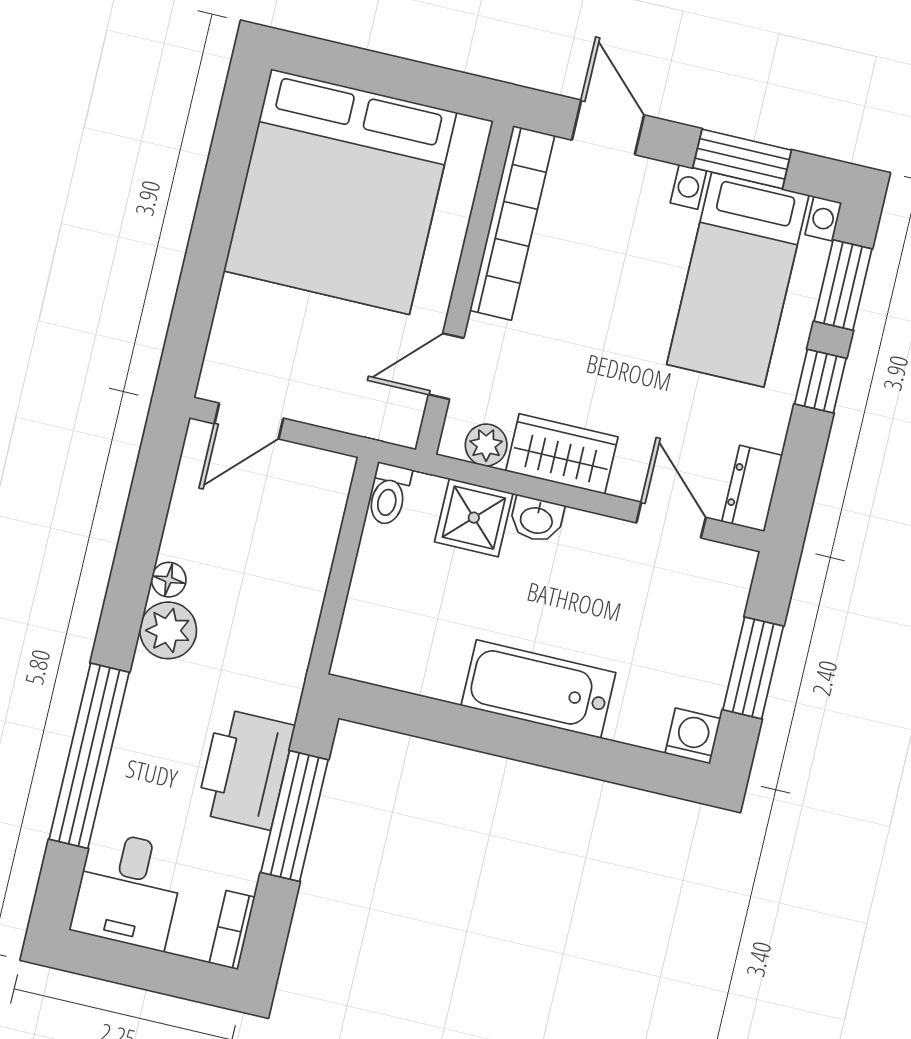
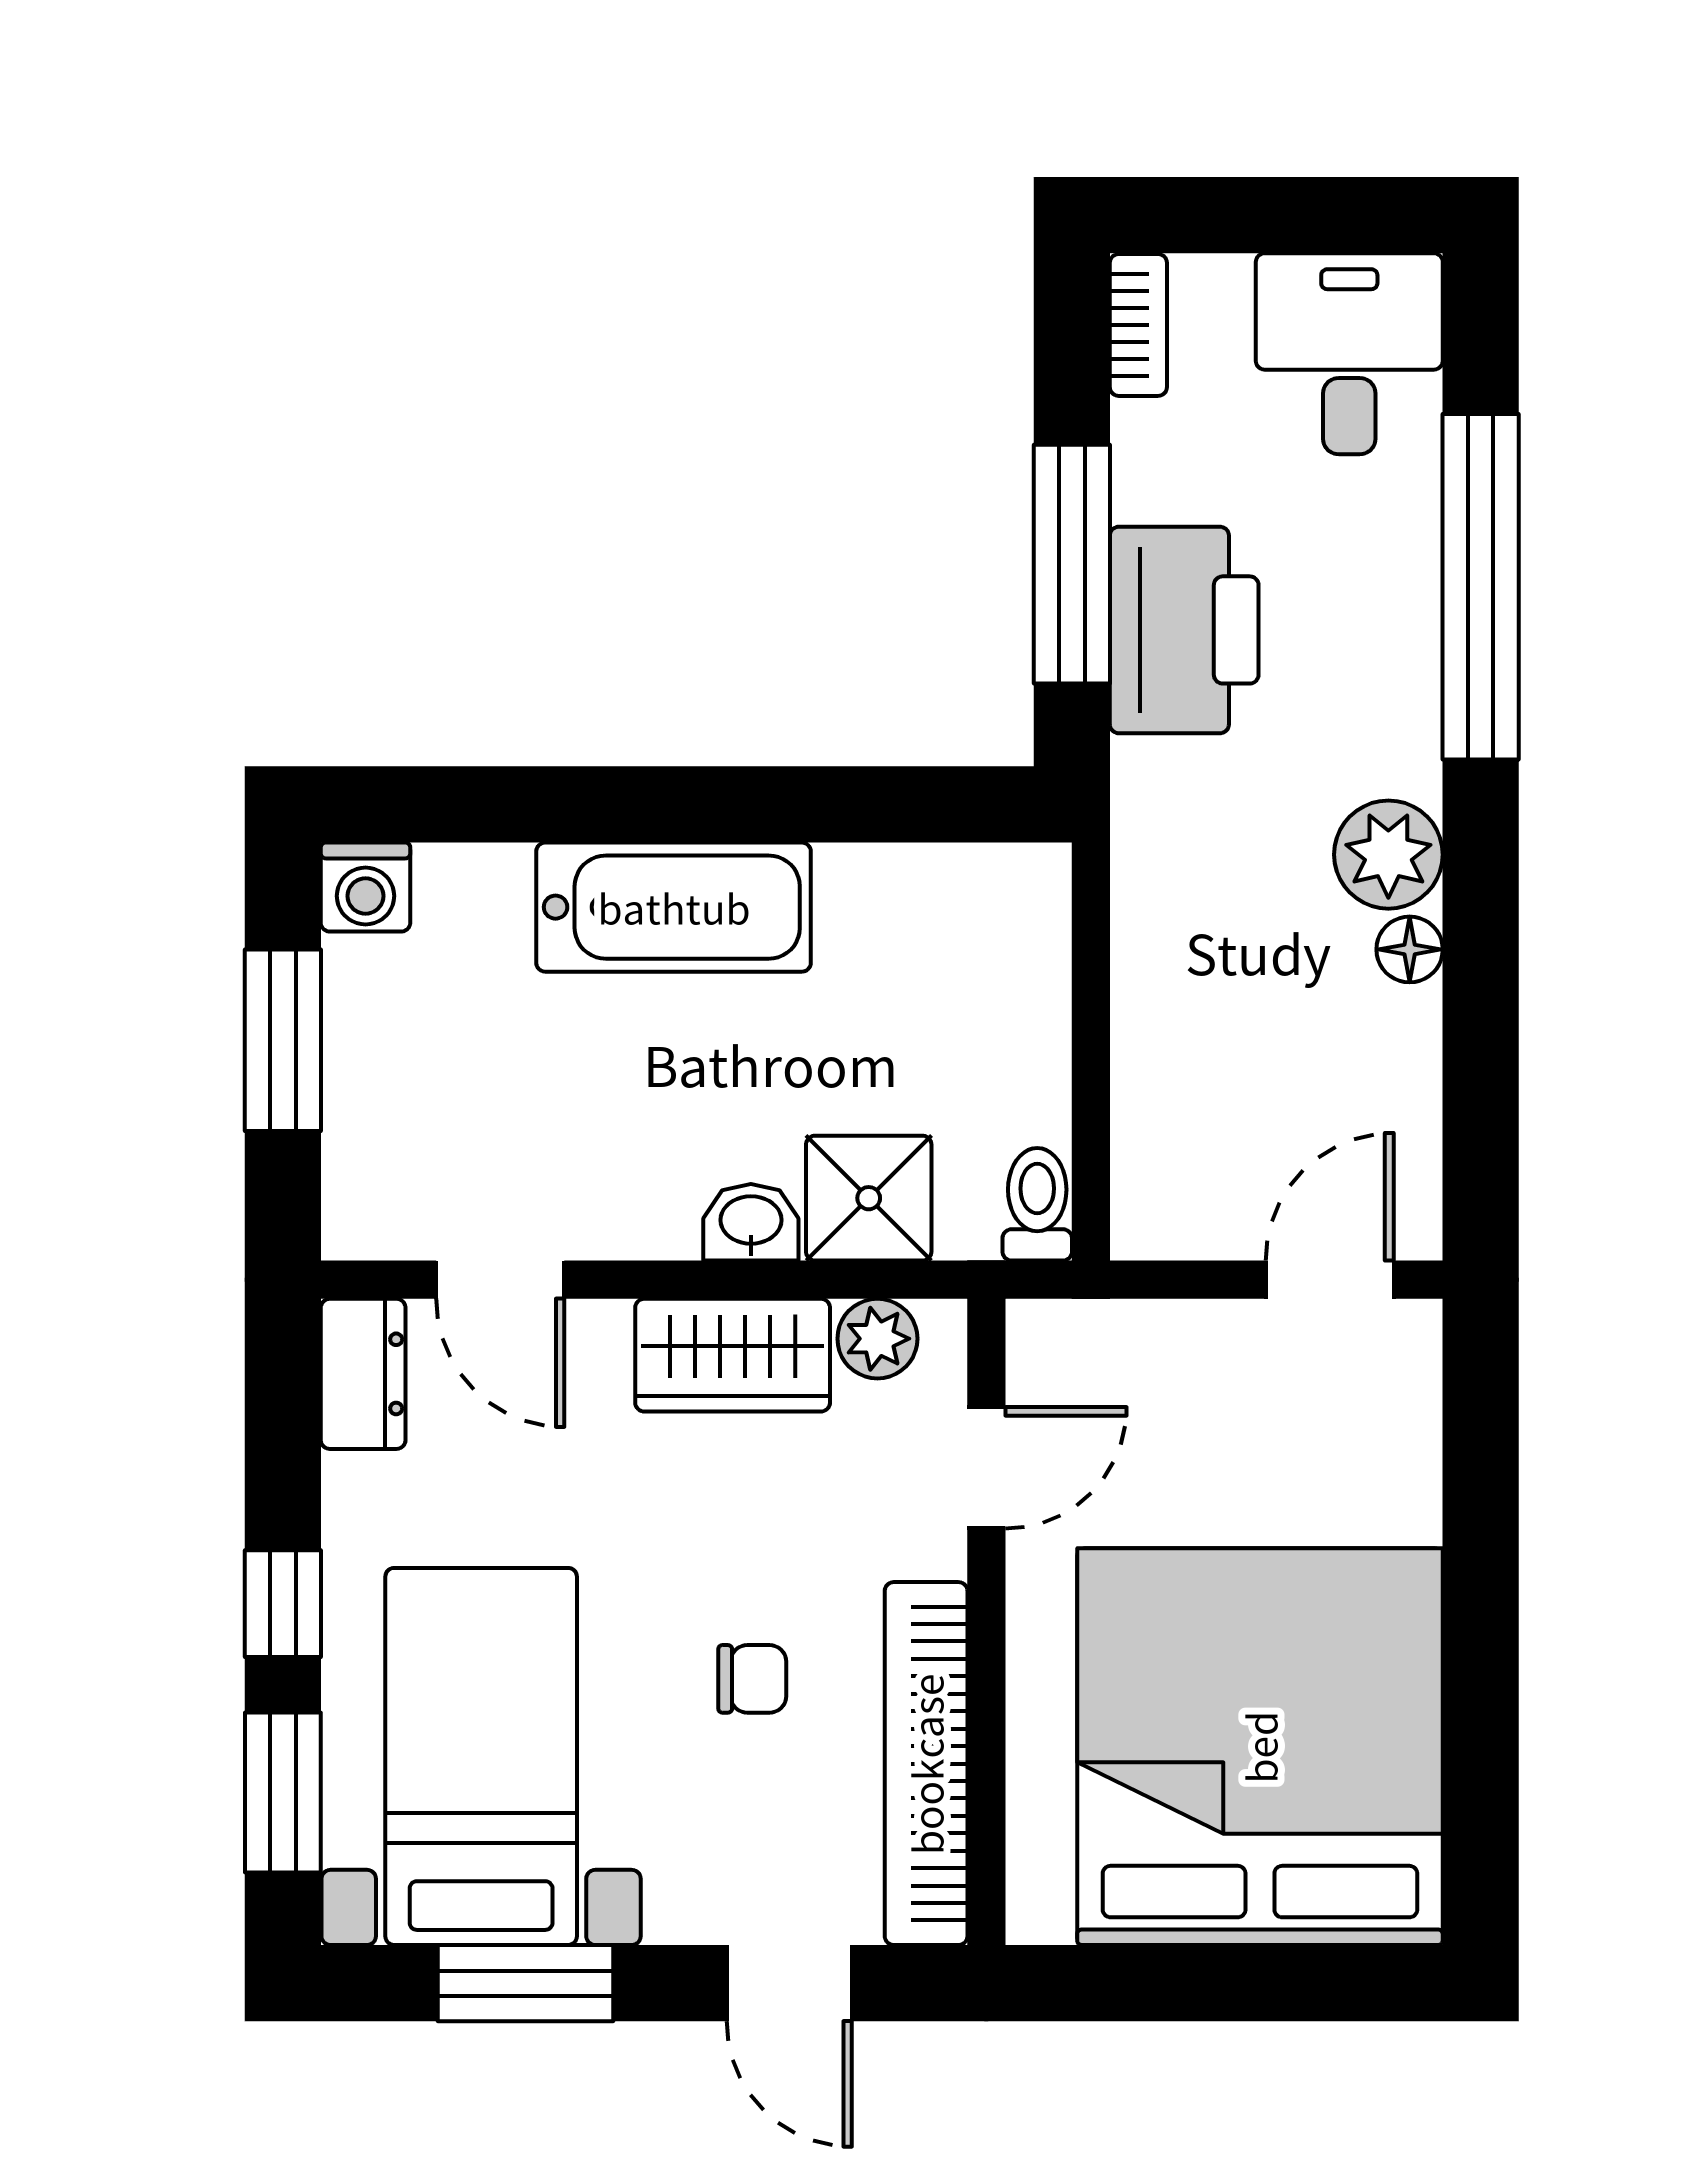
chair: (590, 287) -> (752, 1679), added

